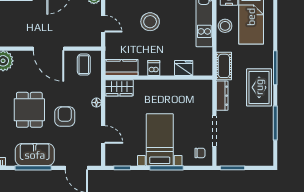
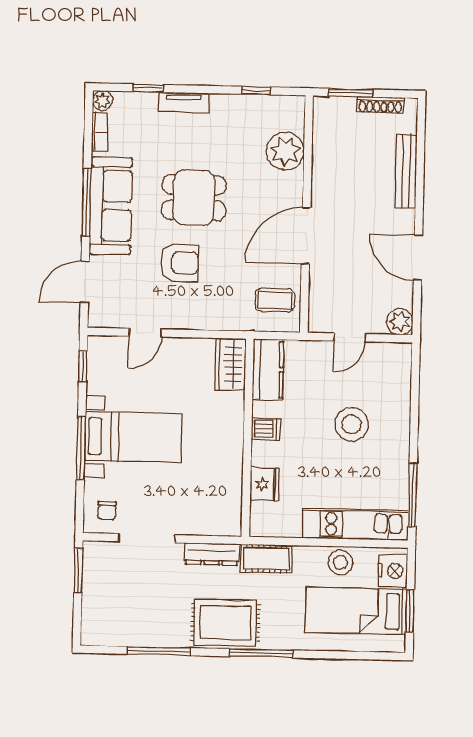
floor lamp: (96, 103) -> (204, 322), removed
sofa: (35, 155) -> (111, 206), width x1.36

